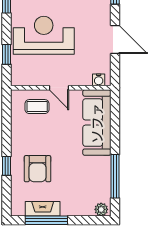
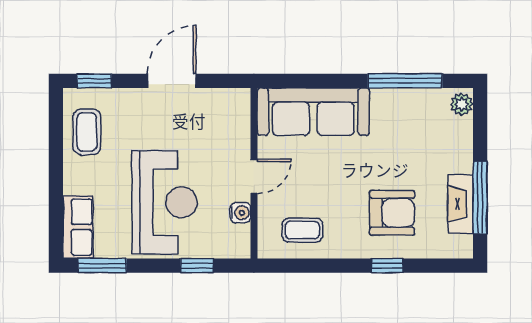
reception desk: (44, 35) -> (164, 202), turned 180
water cooler: (99, 80) -> (240, 213), moved
coffee table: (37, 107) -> (302, 230), moved, turned 90

